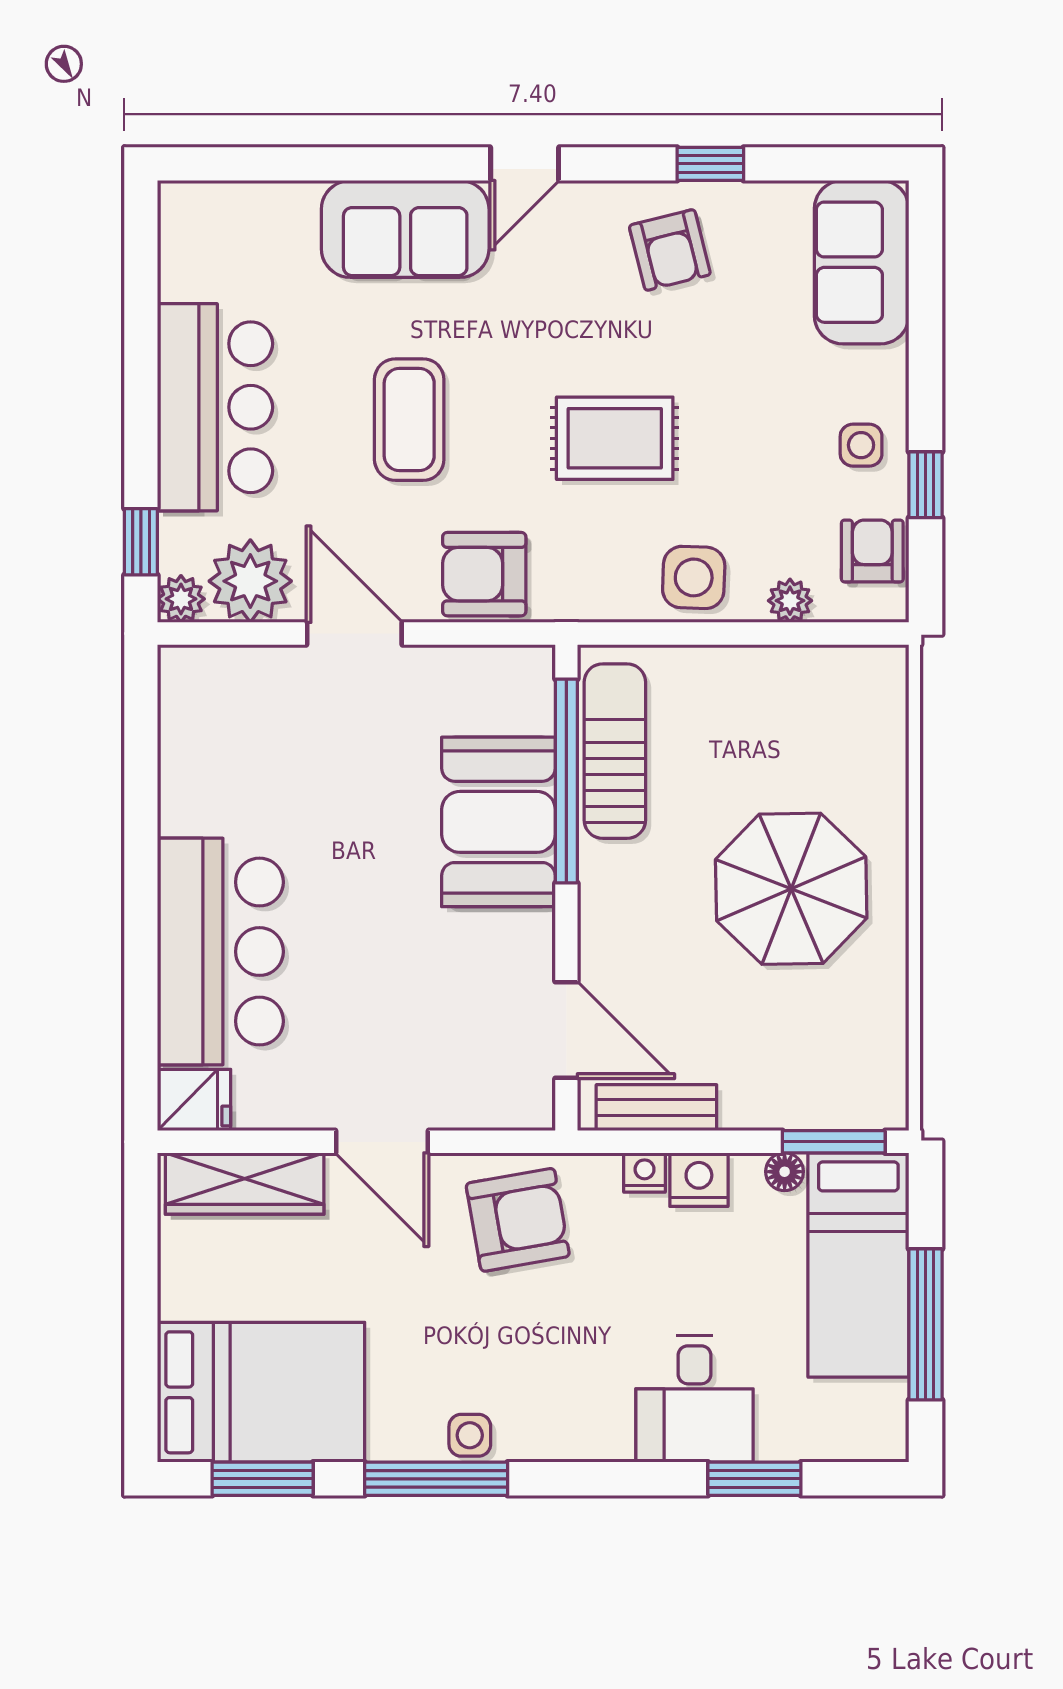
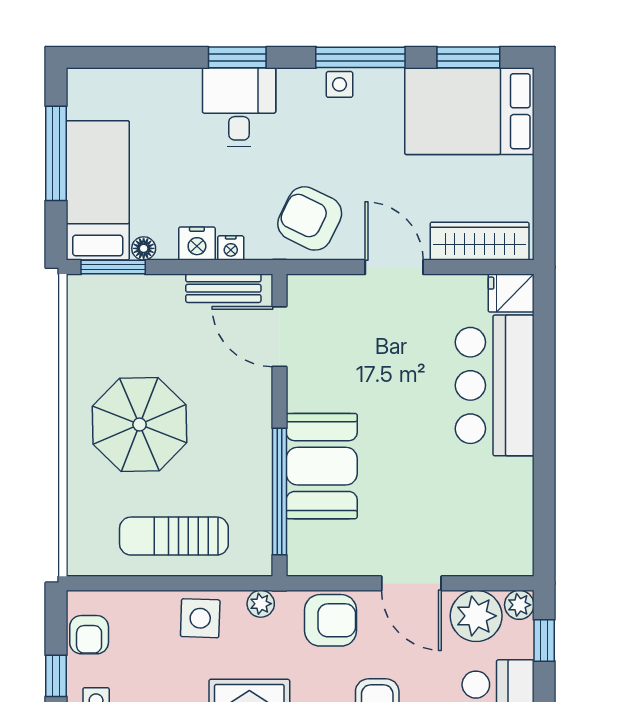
plant: (790, 601) -> (261, 604), moved
sun lounger: (615, 751) -> (174, 536), moved, turned 90
armchair: (518, 1220) -> (310, 218), turned 36
desk: (695, 1399) -> (239, 107), moved
window: (754, 1479) -> (237, 57), moved

